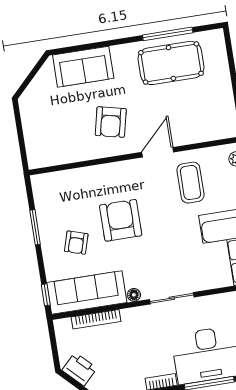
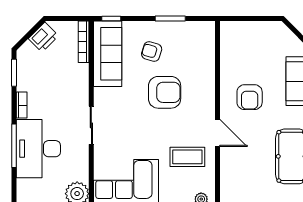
armchair: (111, 122) -> (250, 97), turned -103
floor lamp: (134, 295) -> (99, 94), removed
bookcase: (96, 319) -> (84, 42), moved

